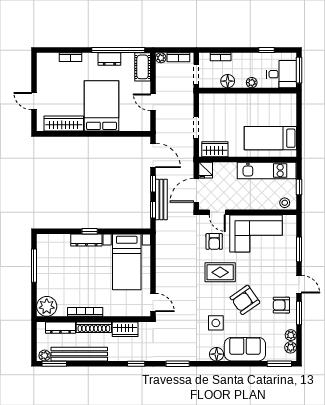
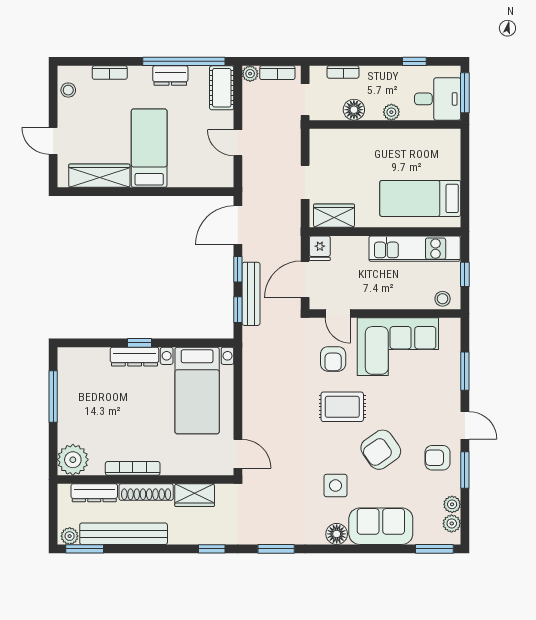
stool: (44, 68) -> (68, 90), added
bed: (102, 106) -> (149, 148), width x0.67
door: (153, 155) -> (238, 225), swing flipped

